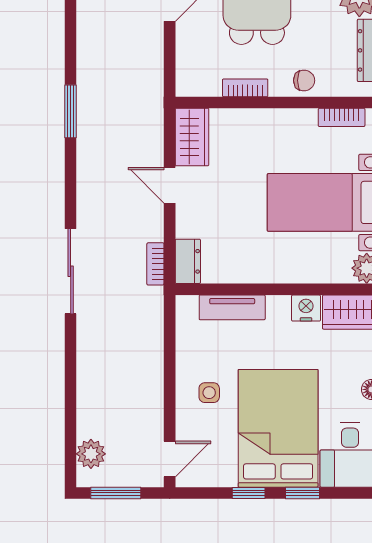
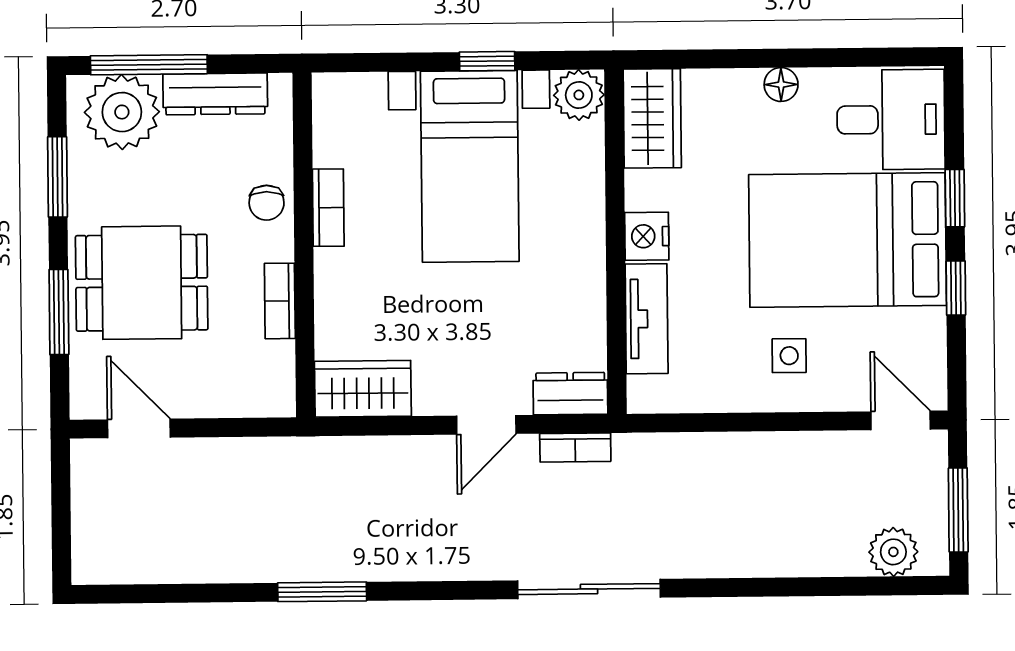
chair: (304, 80) -> (267, 203), turned 180
bookcase: (342, 117) -> (328, 208), moved
door: (170, 185) -> (486, 425), moved
nightstand: (306, 308) -> (647, 236), moved

